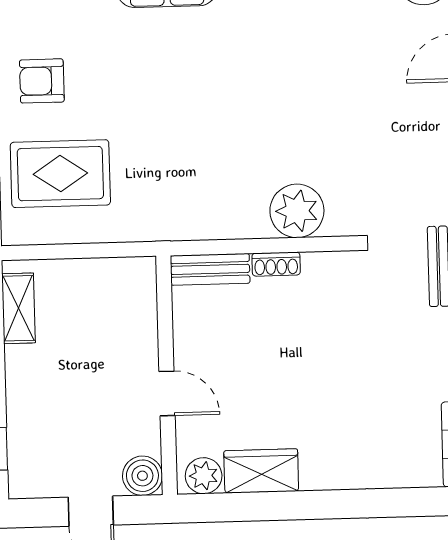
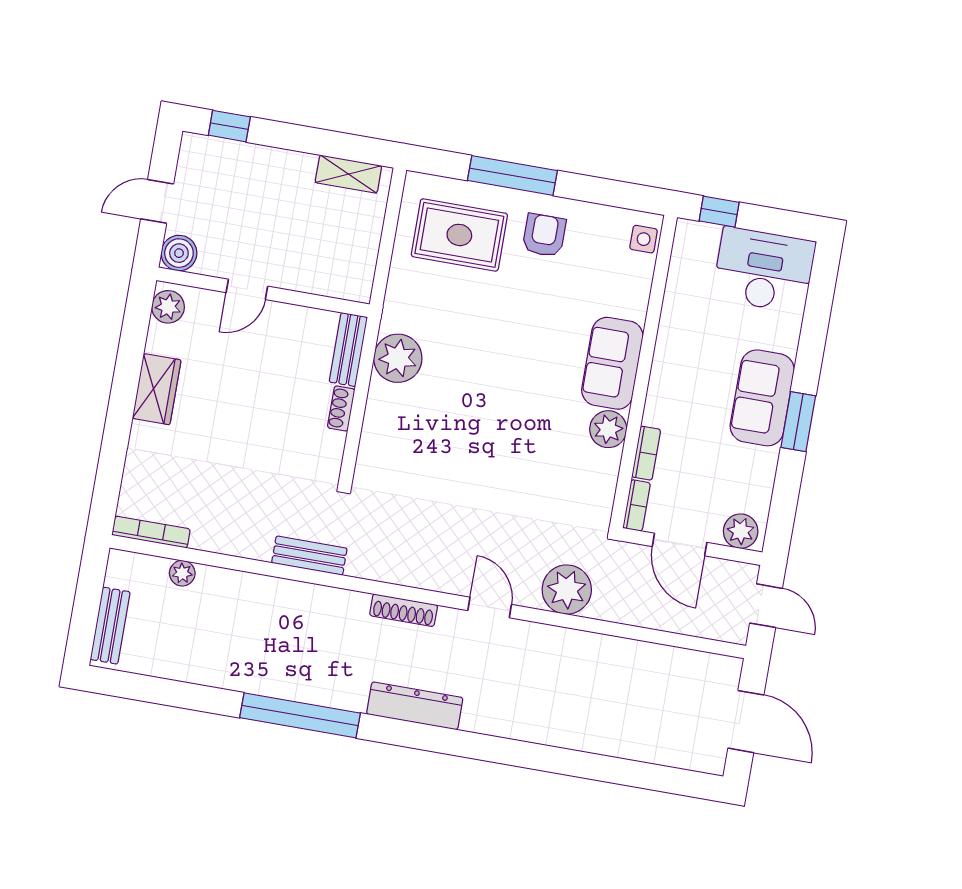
rug: (60, 174) -> (459, 235), turned 90
plant: (297, 211) -> (398, 358), moved
wardrobe: (261, 471) -> (157, 389), moved

